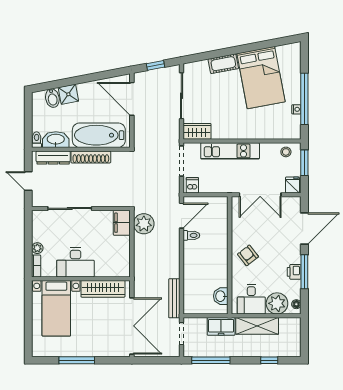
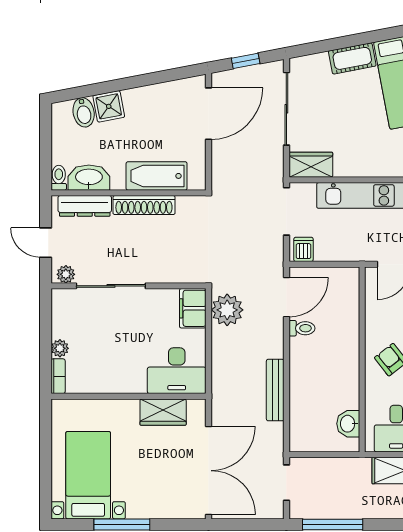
door: (132, 99) -> (209, 114), swing flipped
bathtub: (99, 135) -> (157, 176), width x0.73, depth x0.73
plant: (41, 201) -> (66, 274), added
desk: (75, 262) -> (177, 371), moved
wardrobe: (103, 289) -> (163, 412), width x0.67
bench: (174, 298) -> (275, 390), moved
bed with nightstands: (56, 308) -> (88, 475), moved, turned 180
freezer: (221, 326) -> (349, 471), removed

